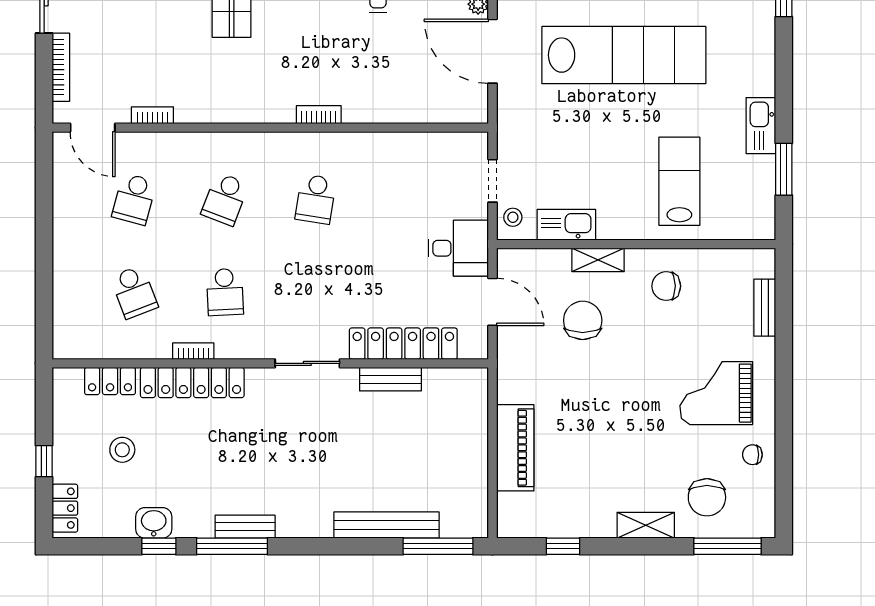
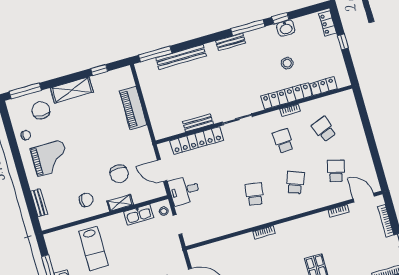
stool: (122, 450) -> (287, 63), moved
shelving: (646, 525) -> (72, 90), width x1.50, depth x1.33
bench: (245, 527) -> (231, 42), moved

